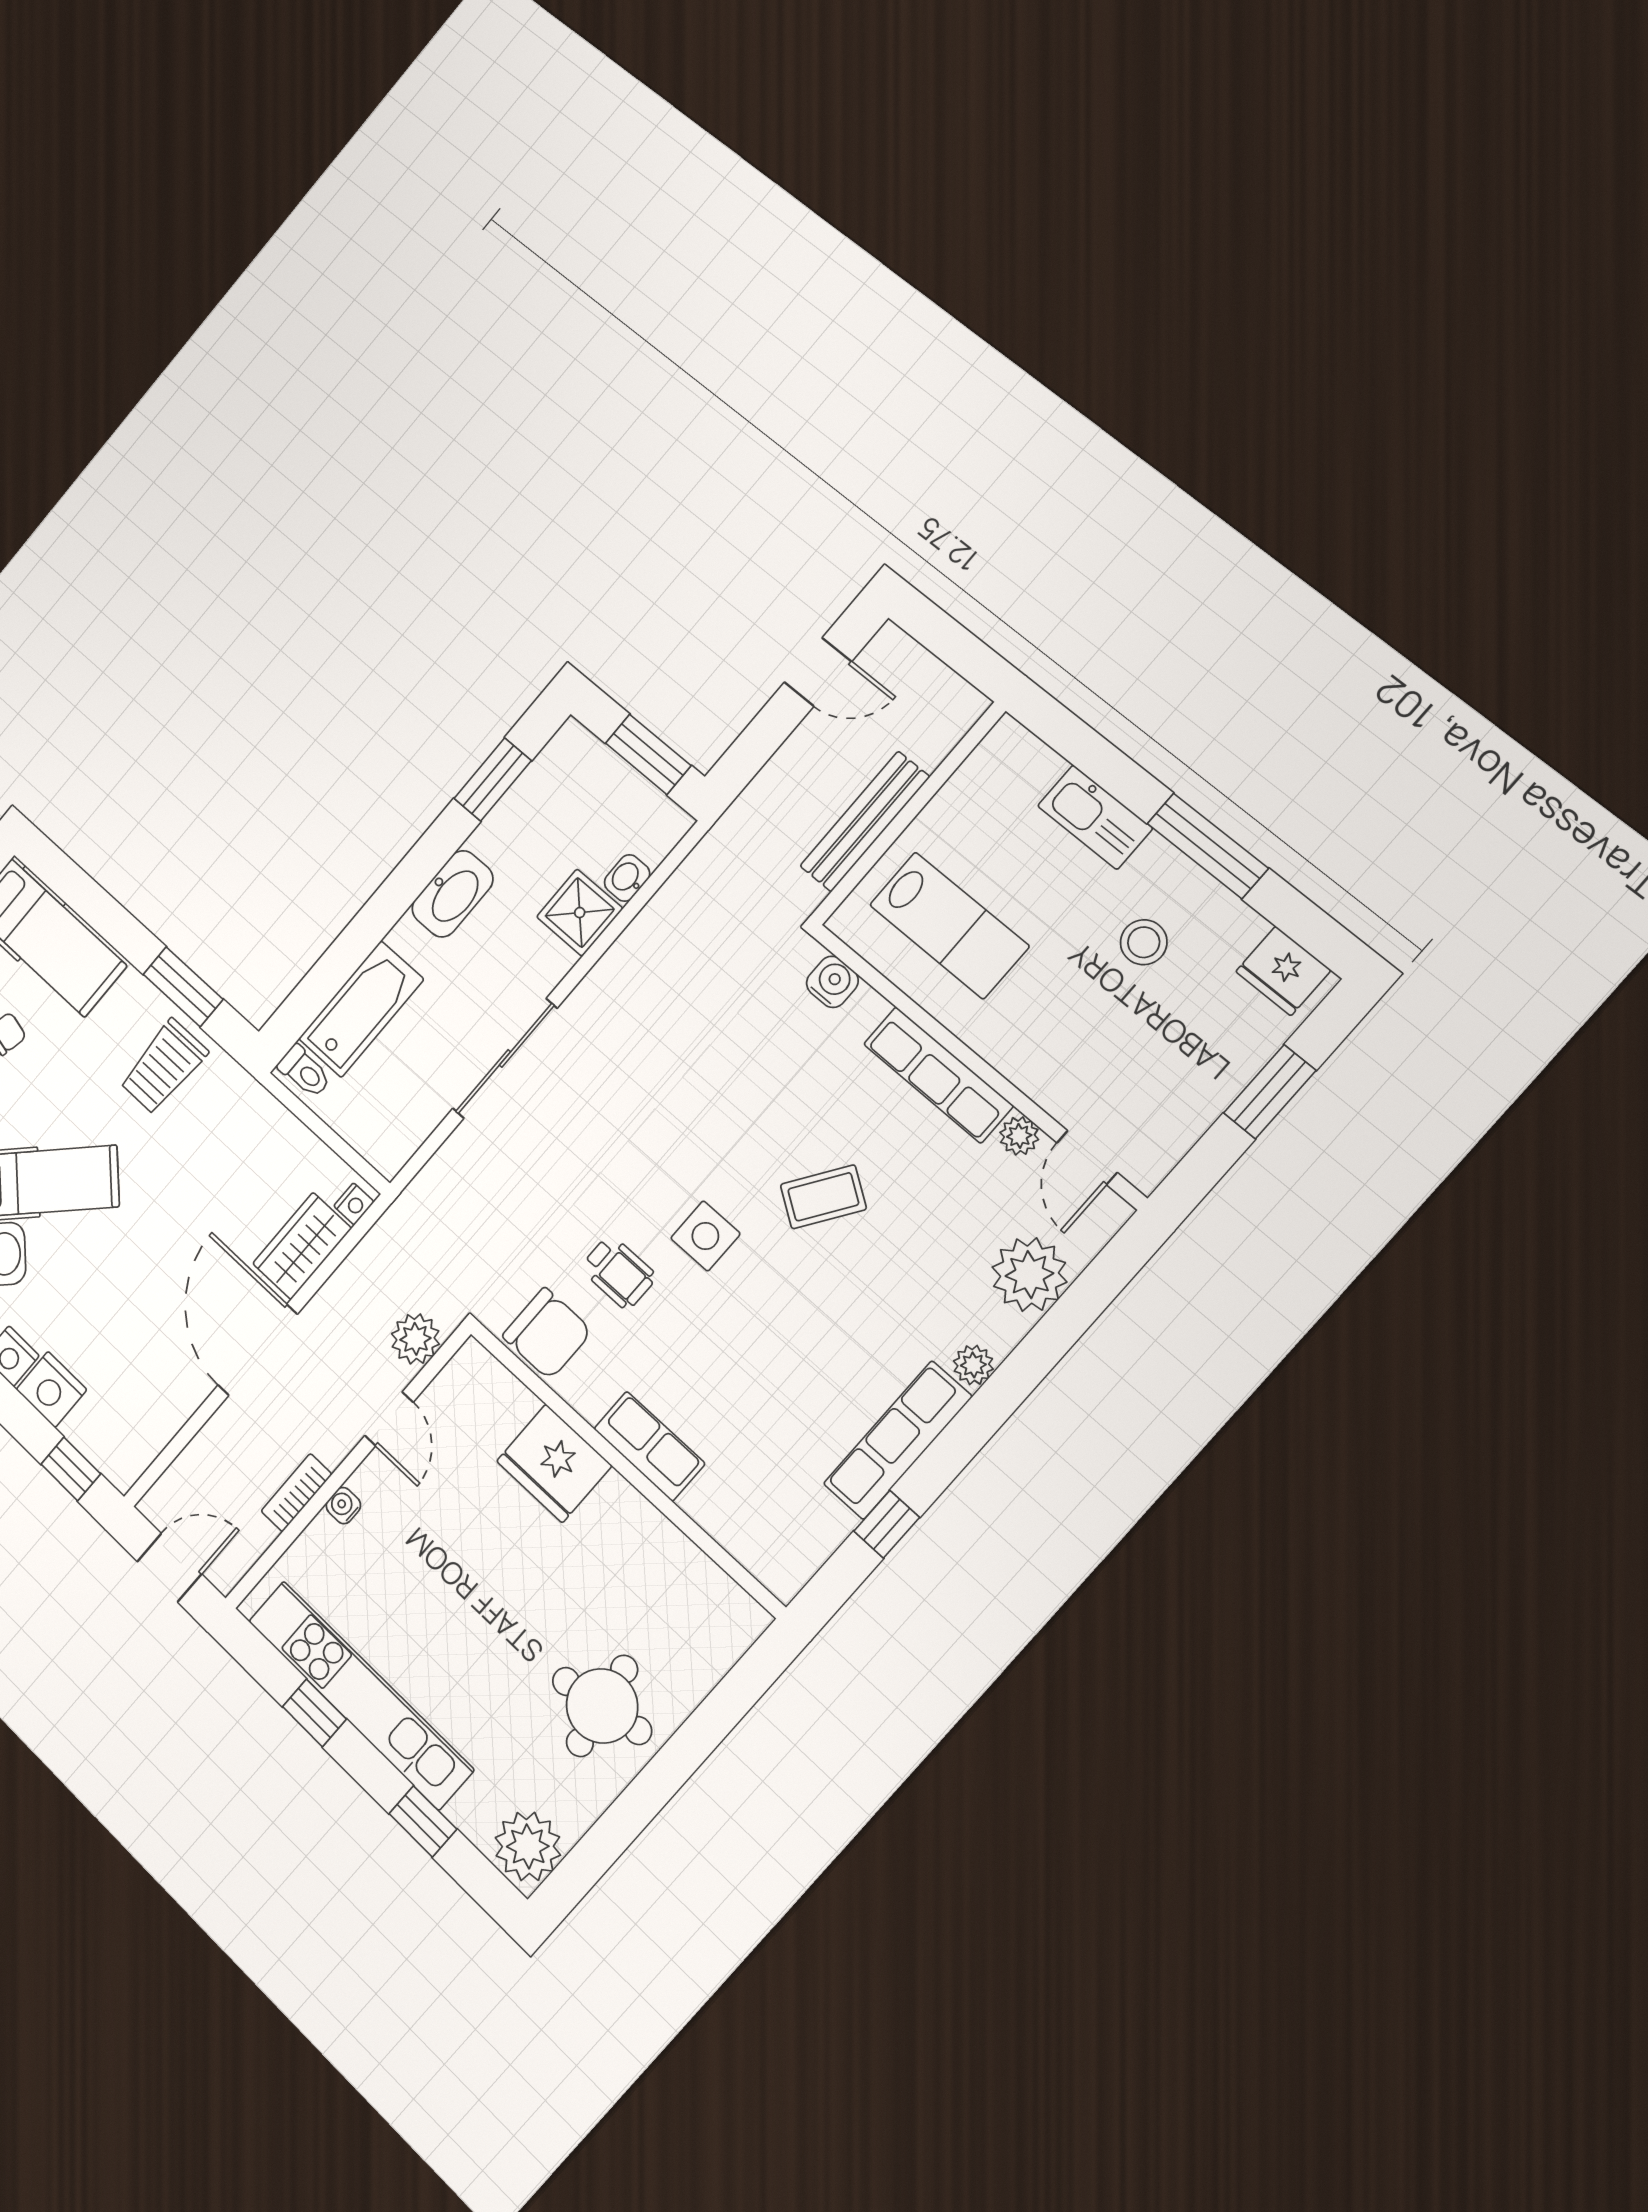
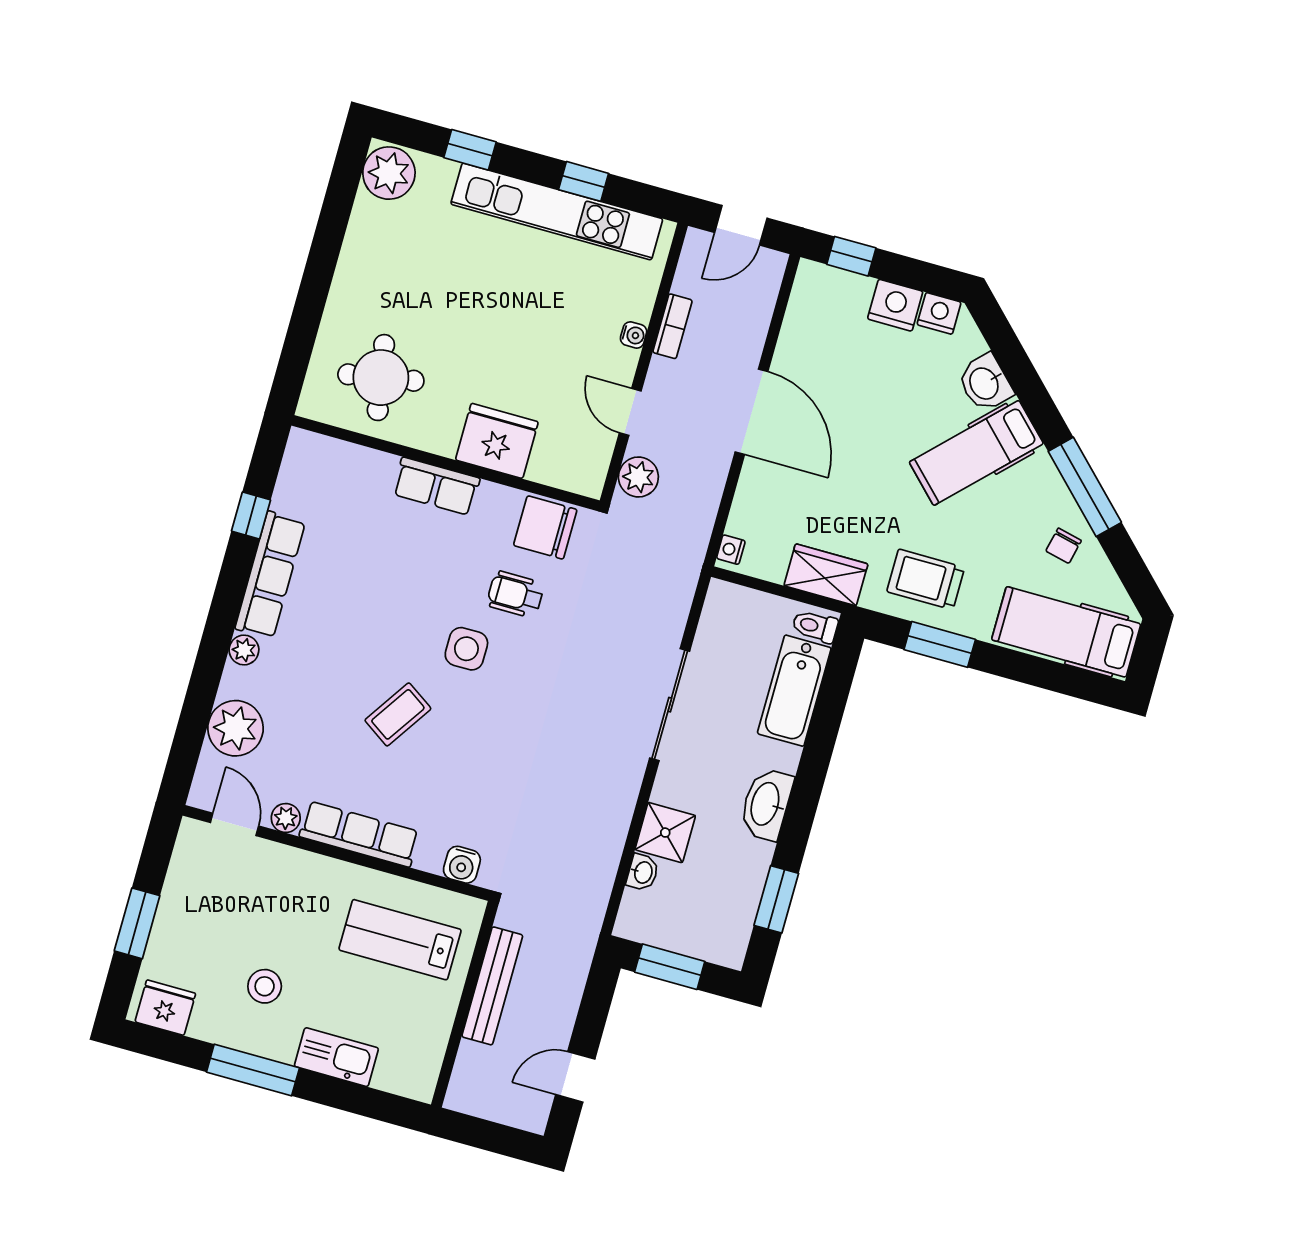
trolley: (164, 1067) -> (926, 579), turned -90
wardrobe: (302, 1246) -> (826, 575), moved, turned -90
round table: (602, 1706) -> (381, 378), moved

